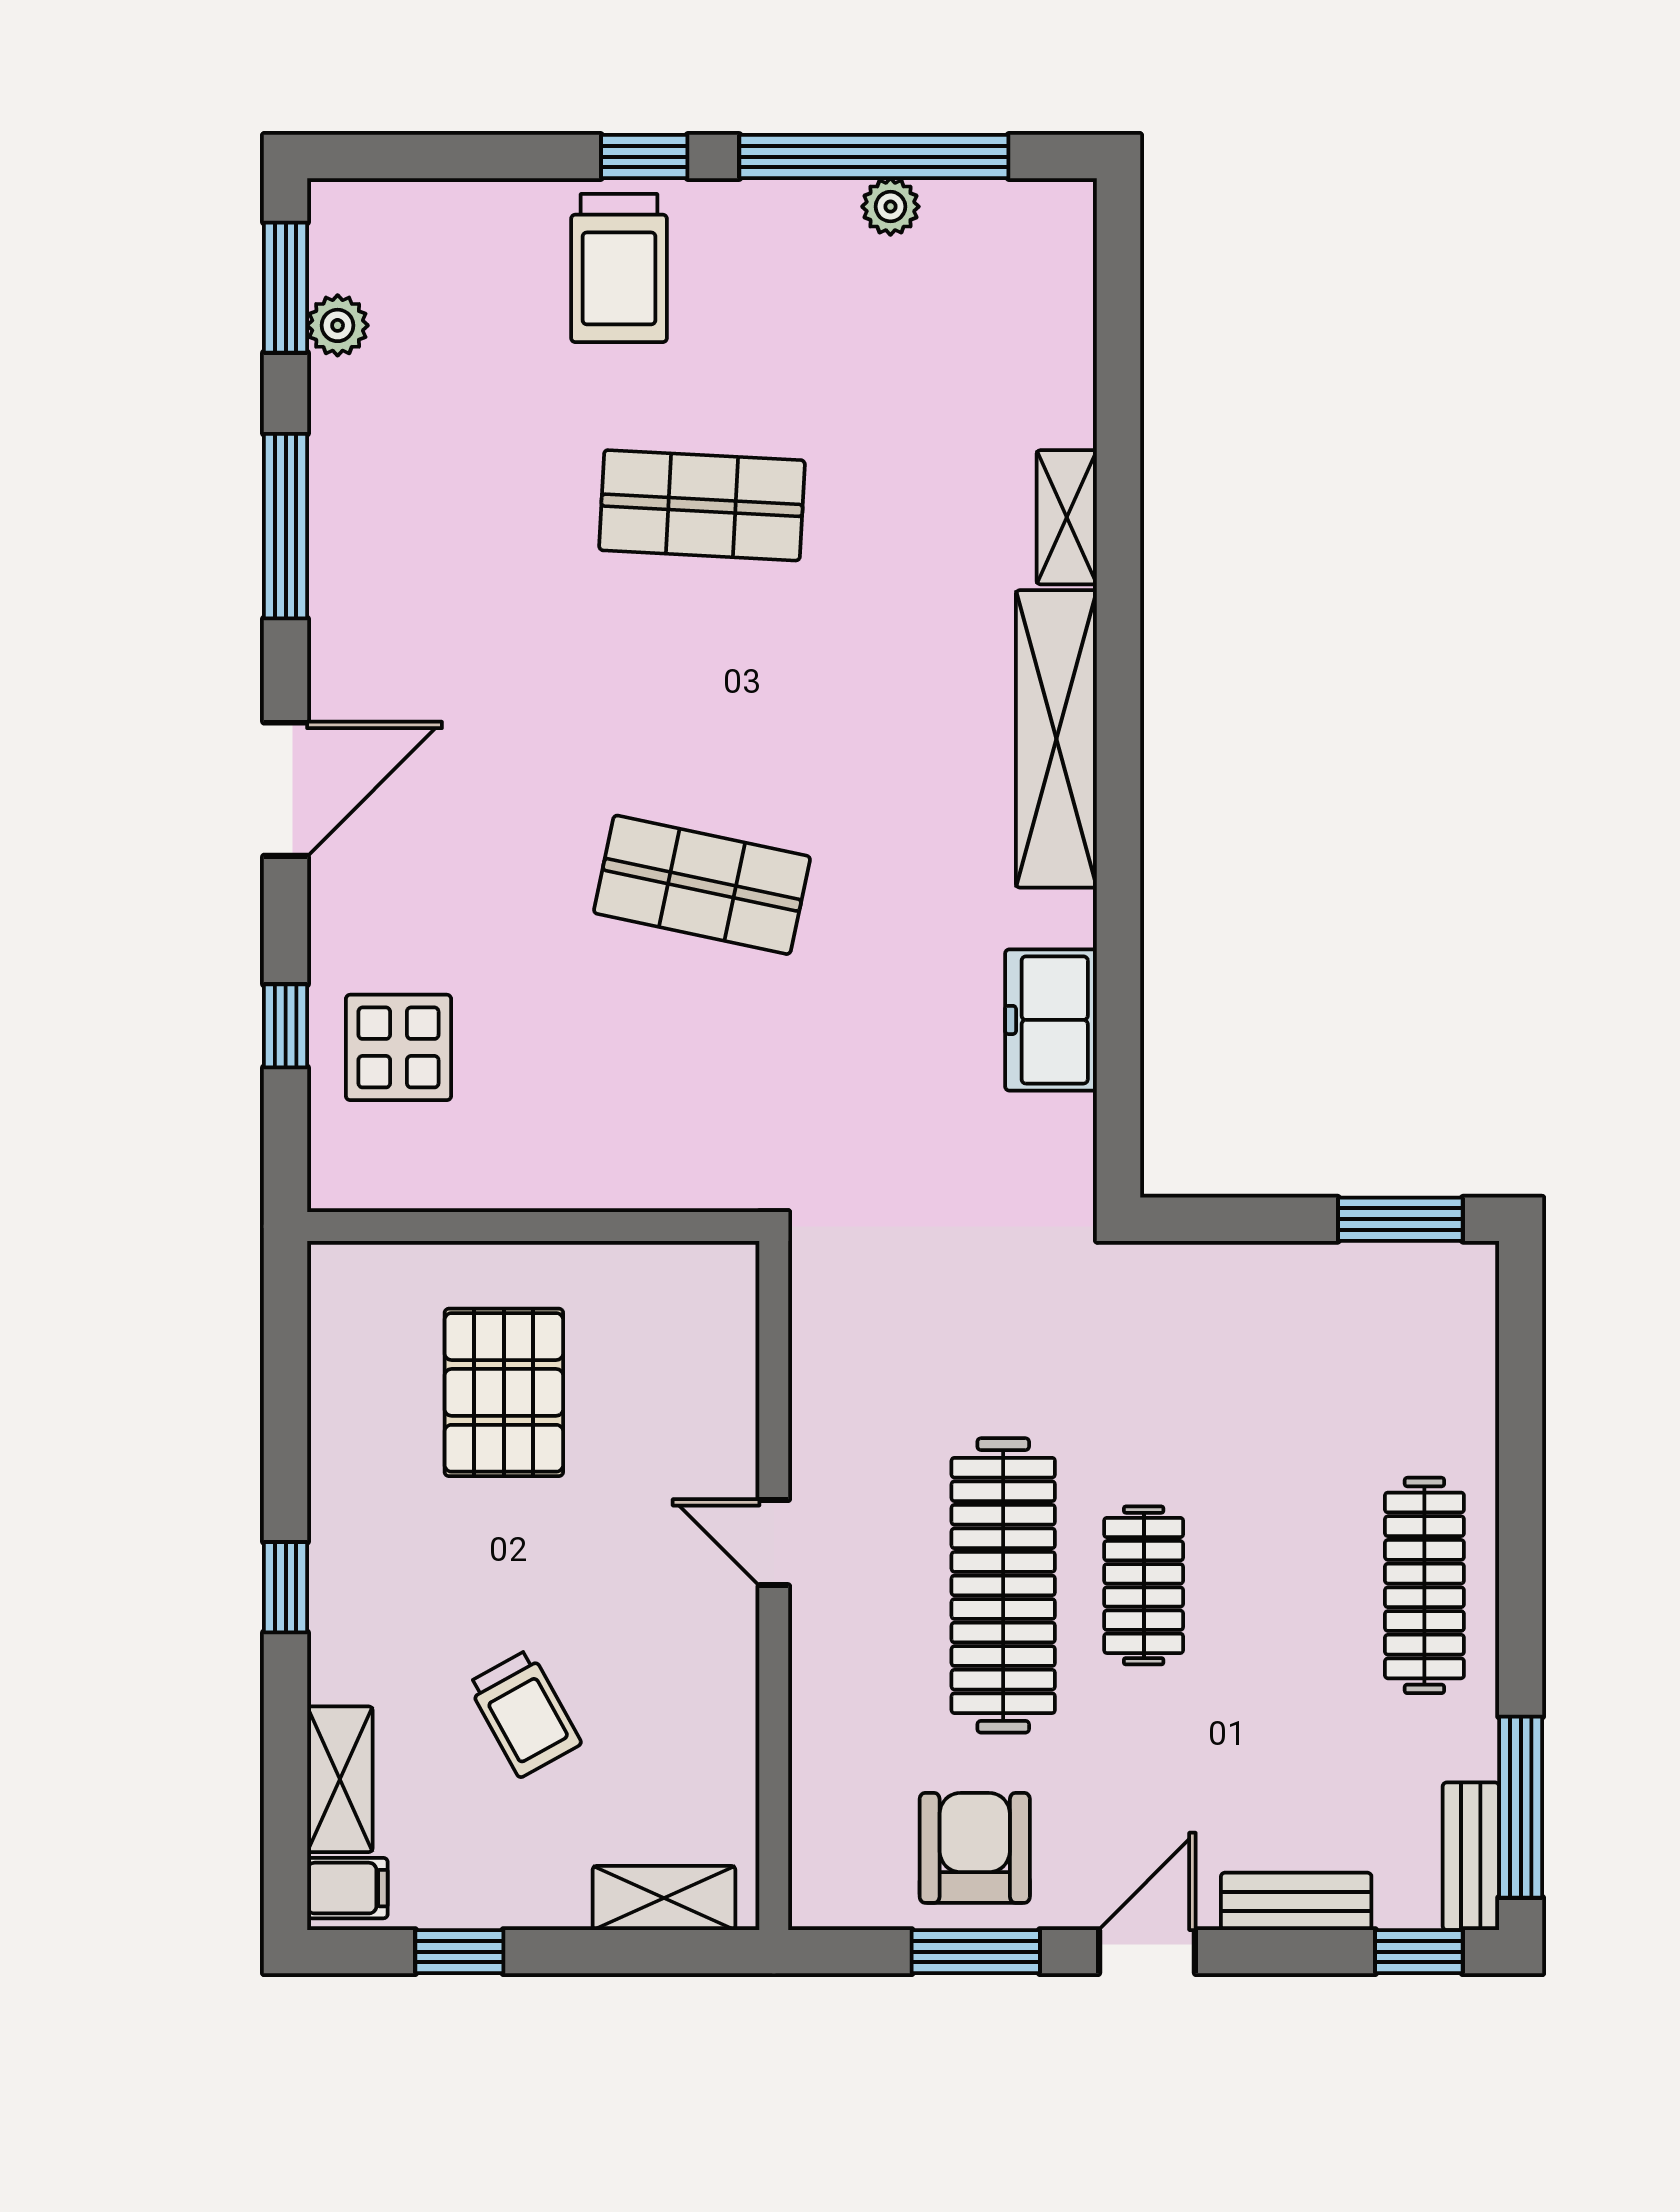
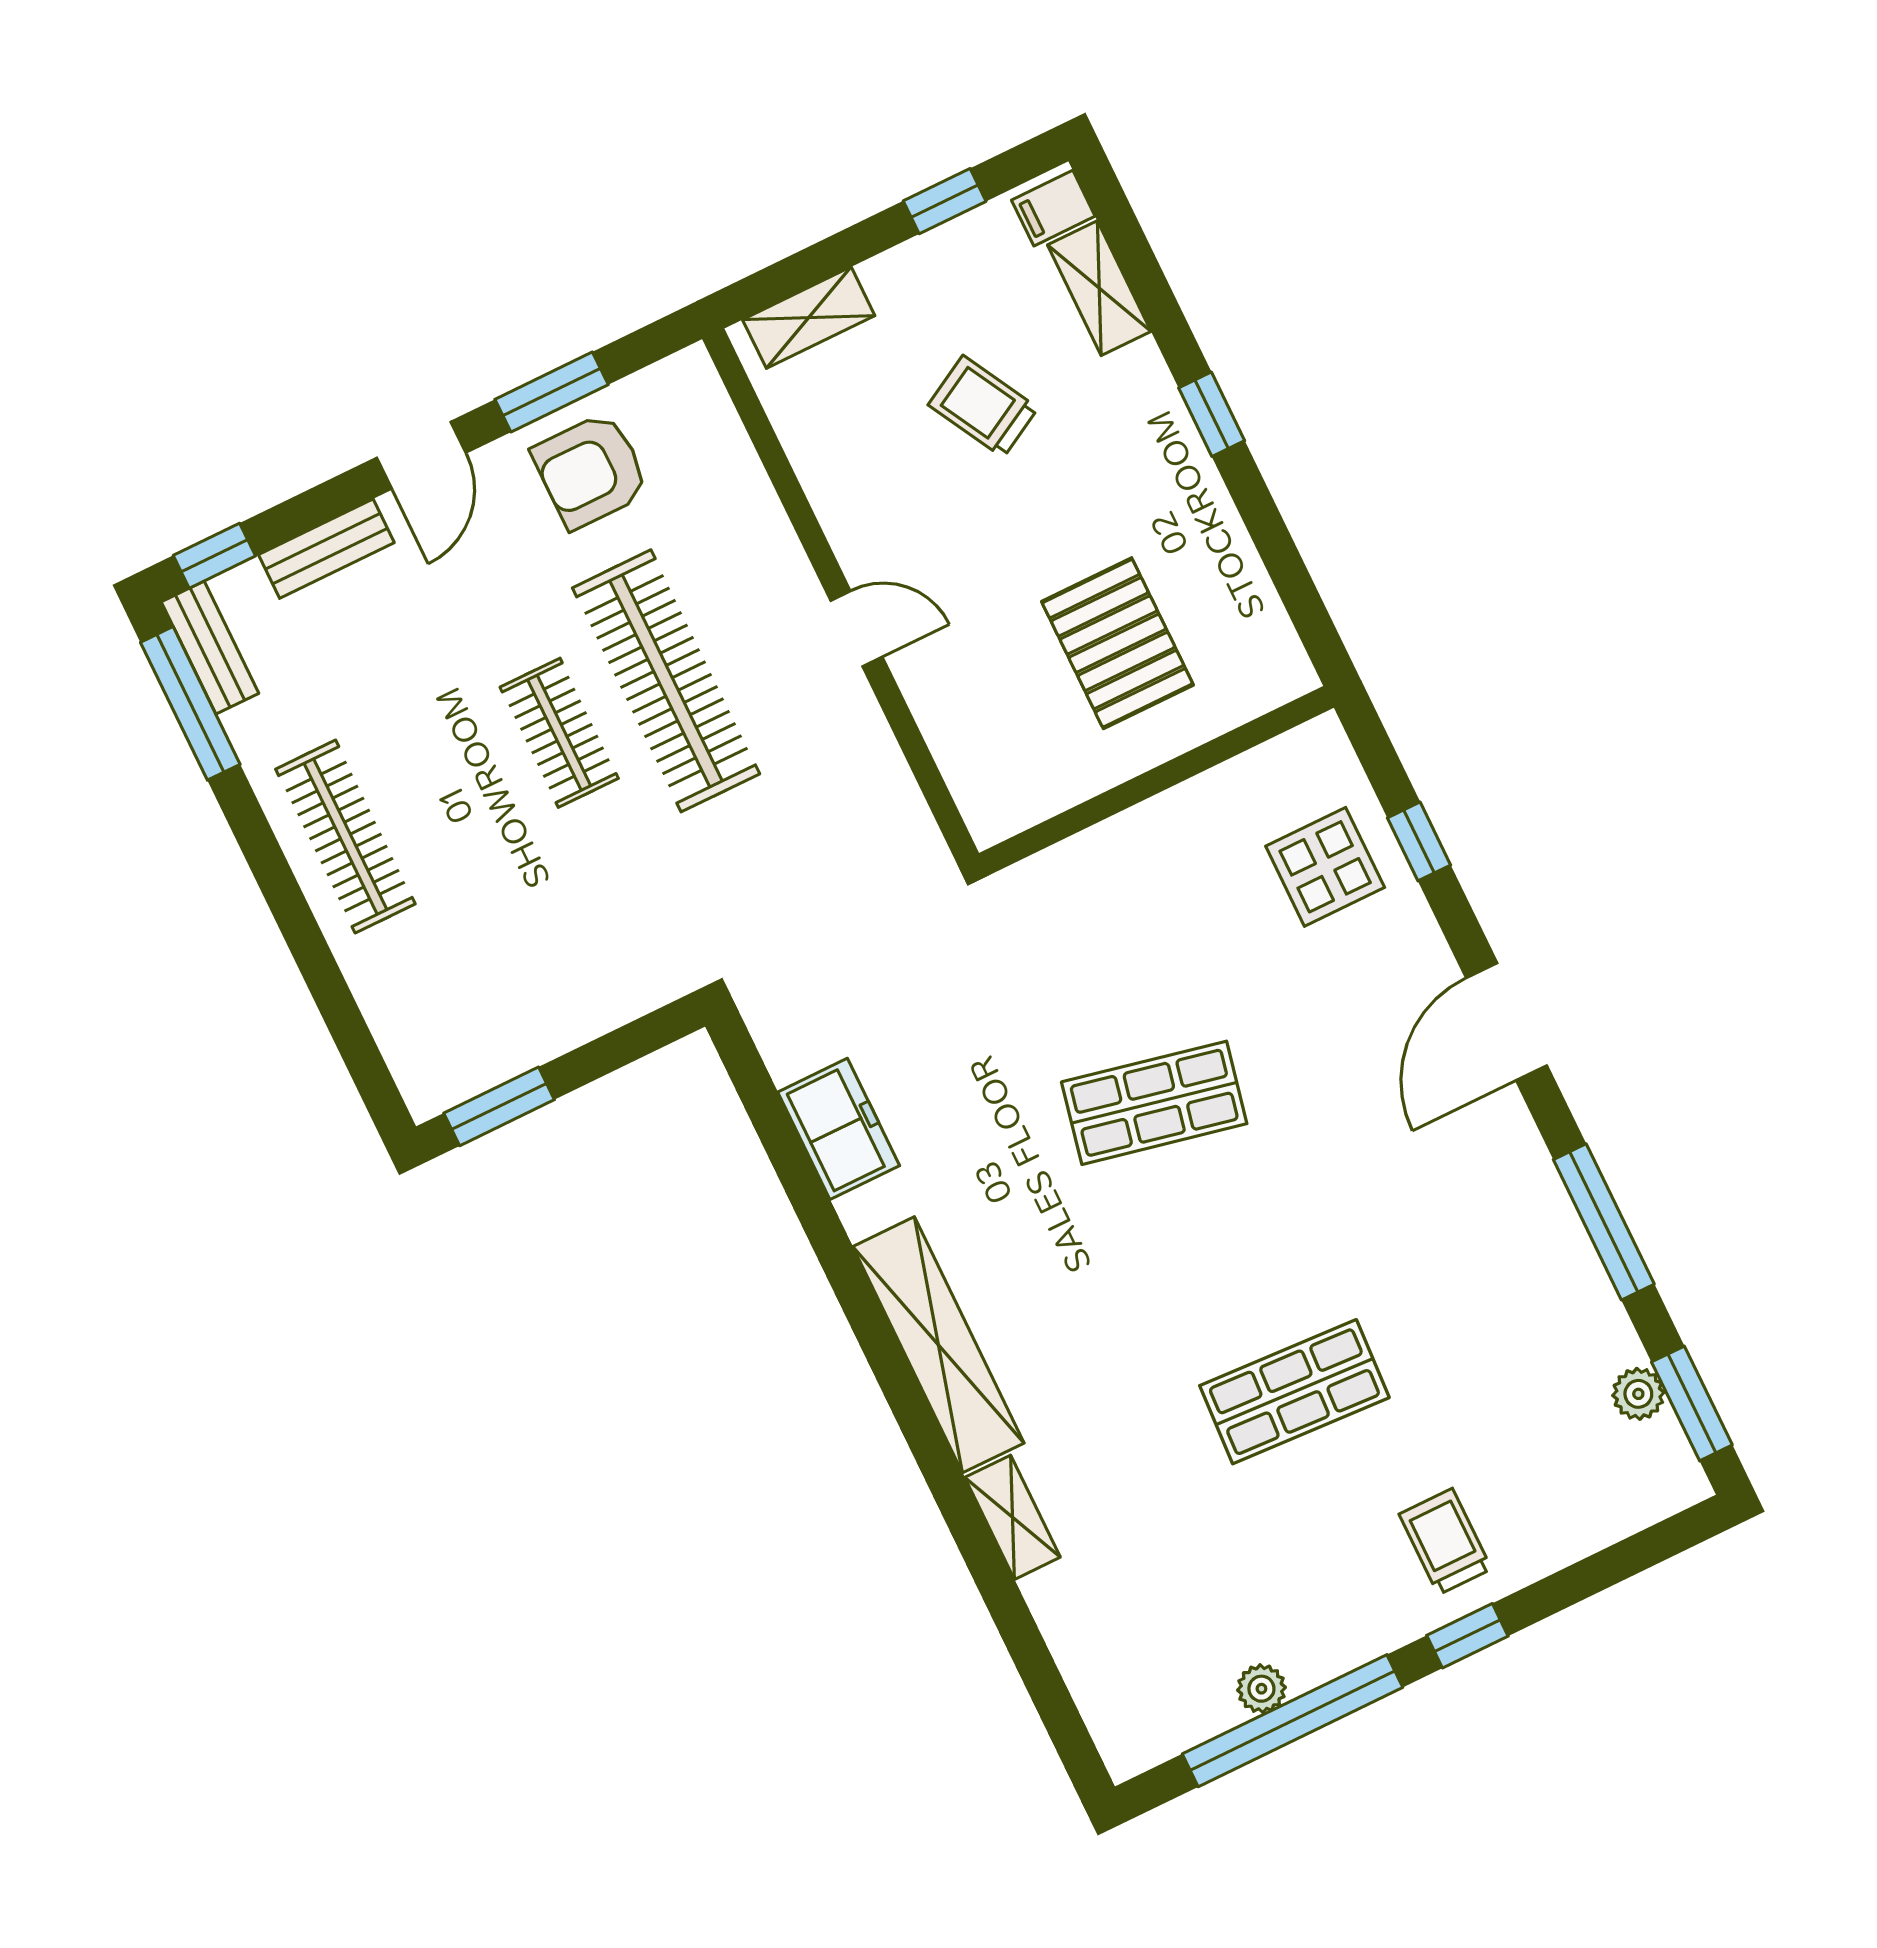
trolley: (619, 268) -> (1445, 1542), width x0.73, depth x0.72
armchair: (975, 1848) -> (591, 471), turned 90

